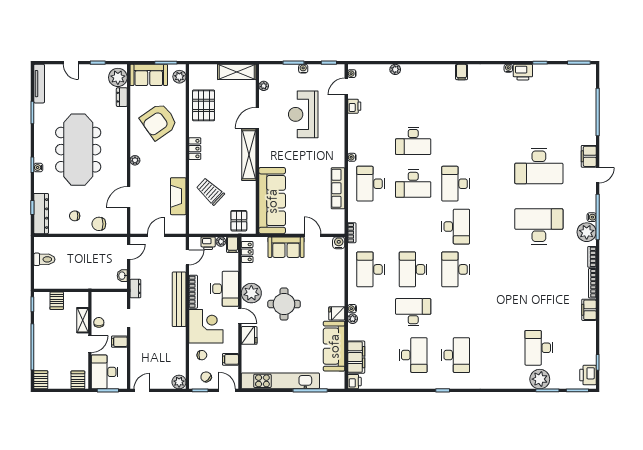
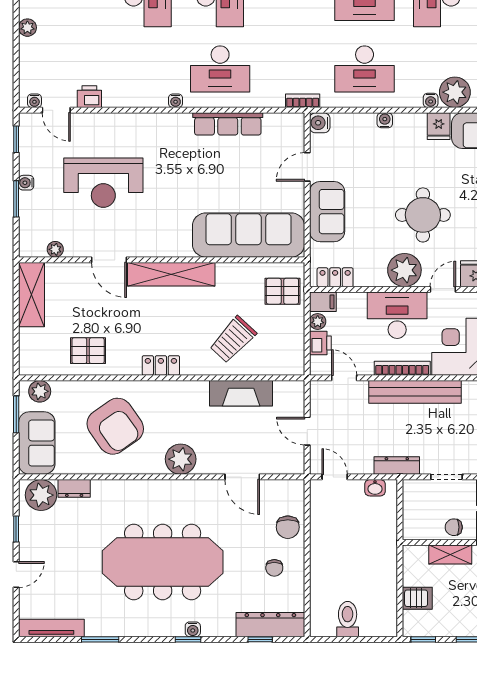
pallet: (204, 105) -> (88, 351), width x0.67, depth x0.71
plant: (135, 160) -> (181, 459), width x1.88, depth x1.88
water cooler: (340, 281) -> (385, 120), added
dresser: (135, 289) -> (397, 466), width x1.44
plant: (353, 319) -> (455, 92), width x1.88, depth x1.88

